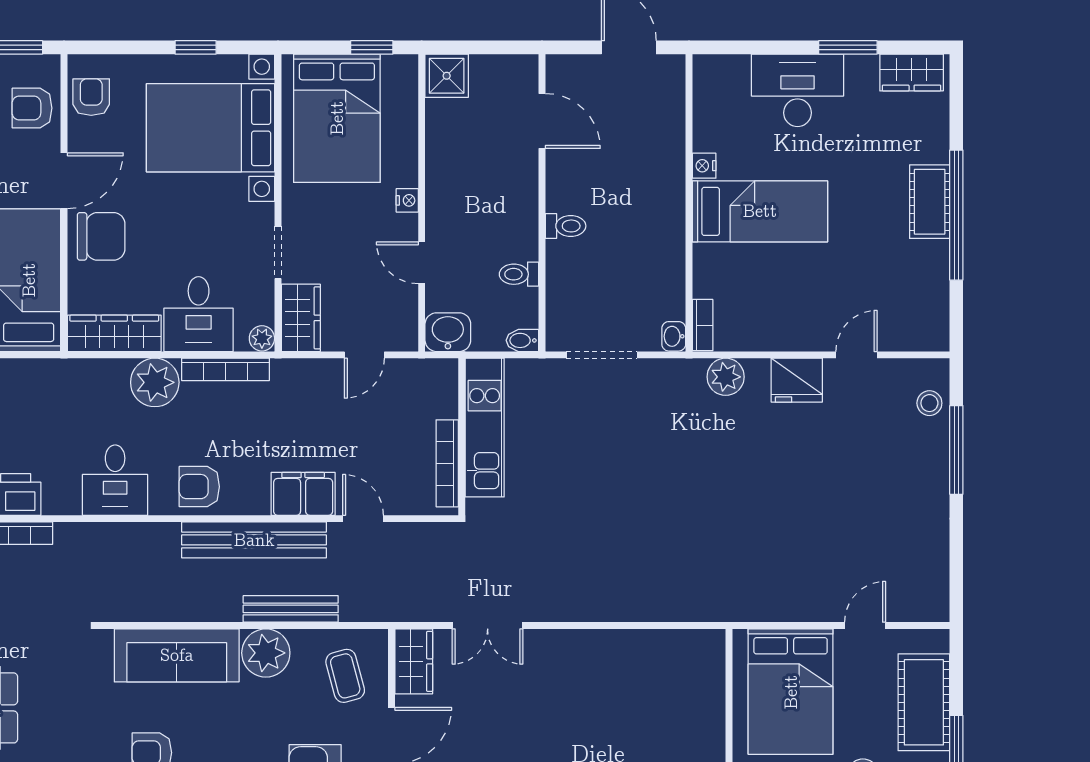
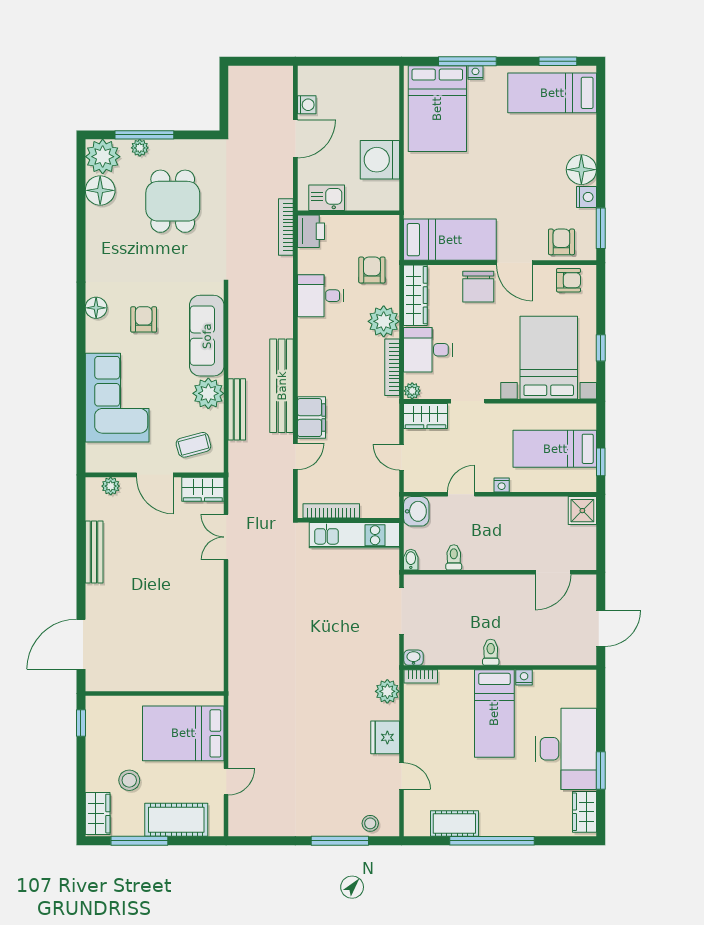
desk: (797, 90) -> (566, 749), width x1.36, depth x1.30
bed: (337, 118) -> (555, 449), width x0.67
cot: (930, 202) -> (454, 824), moved
toilet: (566, 226) -> (491, 652), moved, turned 180
armchair: (199, 487) -> (372, 270), moved
door: (865, 626) -> (226, 782), hinge flipped

